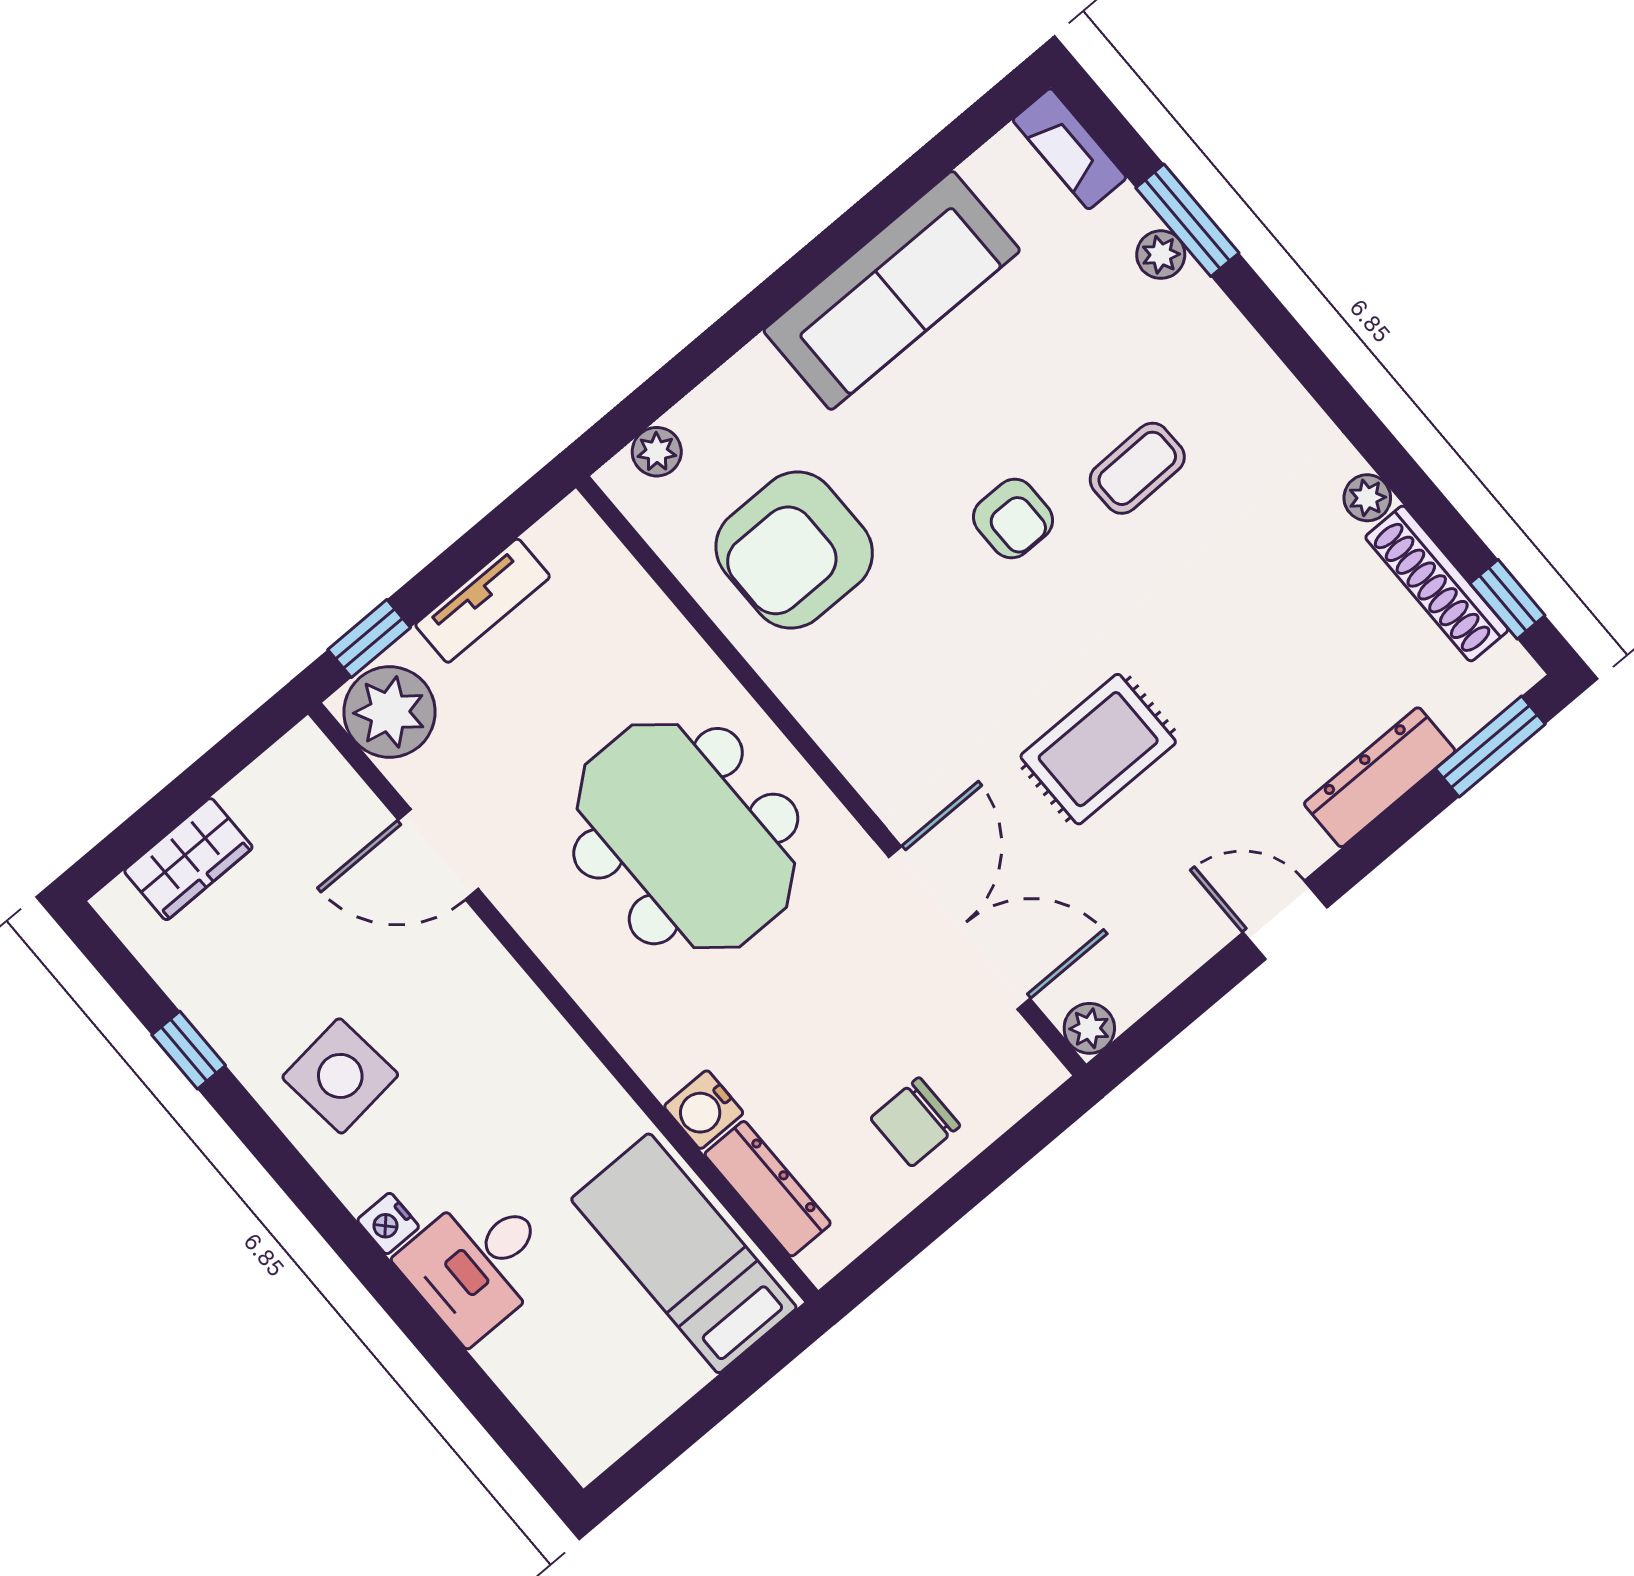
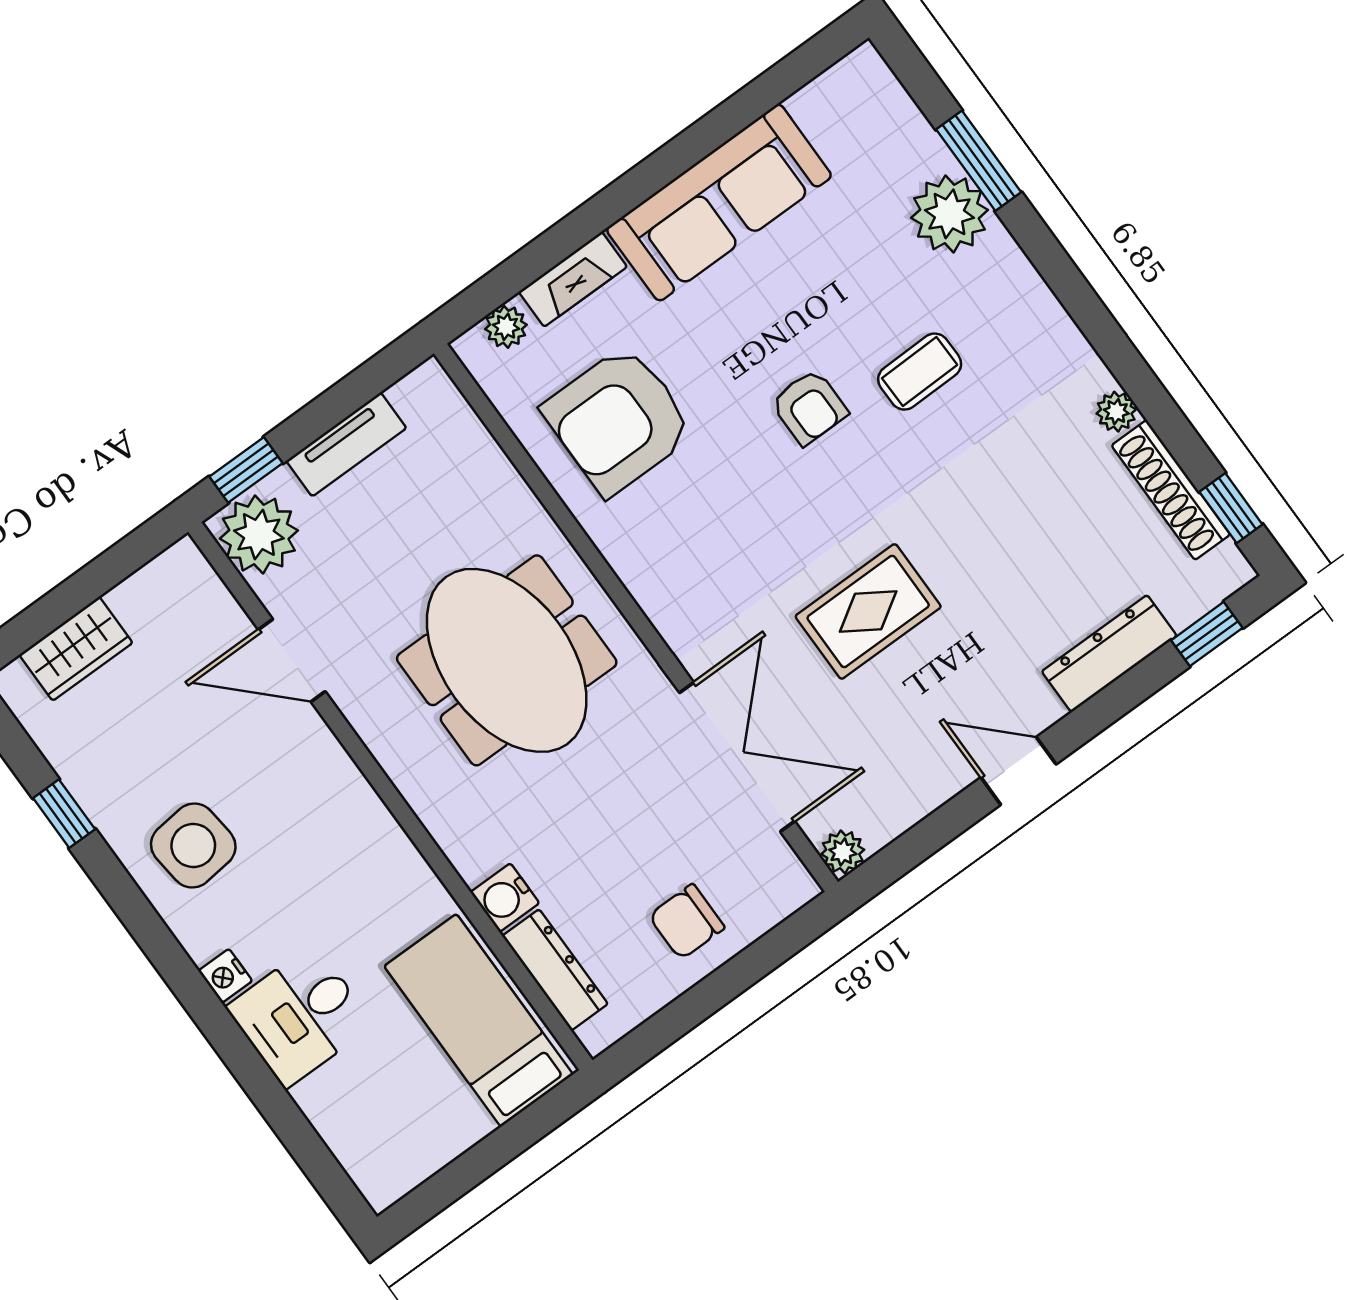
fireplace: (1069, 149) -> (573, 279), moved, turned -90
plant: (1161, 255) -> (949, 214), width x1.88, depth x1.88
window: (1490, 746) -> (1207, 634), width x0.67

